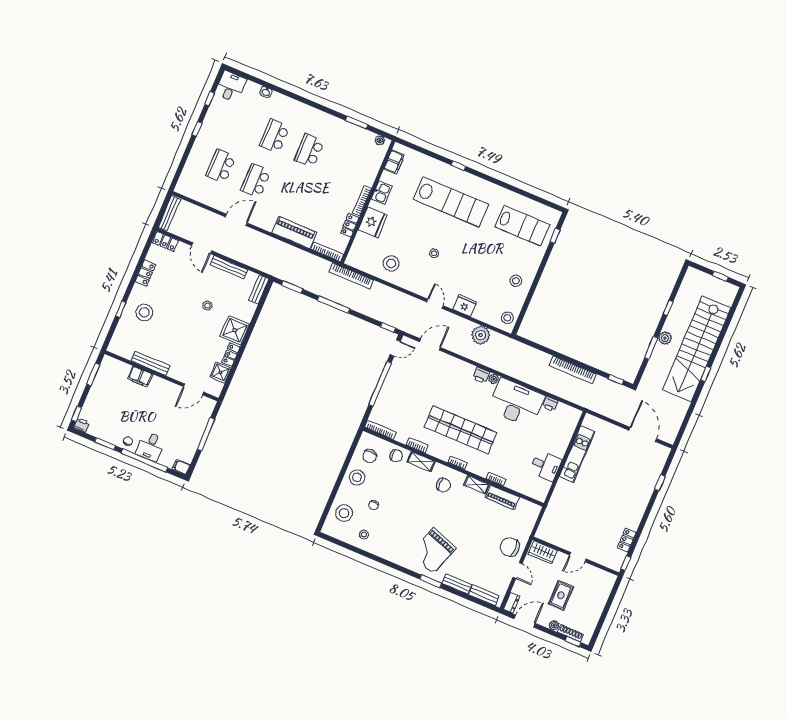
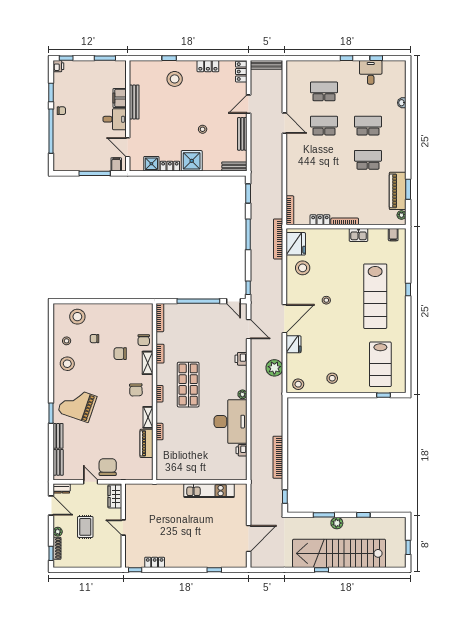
desk: (231, 86) -> (371, 72), moved, turned -90
filing cabinet: (394, 162) -> (393, 235), width x0.50
fridge: (373, 222) -> (296, 244), moved, turned -90
piano: (294, 233) -> (398, 191), moved, turned 180
door: (435, 304) -> (284, 319), width x1.87
printer: (481, 375) -> (241, 359), moved
shop shelf: (461, 430) -> (188, 385), width x0.71
desk: (150, 446) -> (115, 119), moved, turned 180
chair: (370, 456) -> (120, 354), moved
desk: (545, 466) -> (188, 468), removed
filing cabinet: (181, 467) -> (116, 164), moved
stool: (357, 477) -> (67, 364), moved
door: (518, 571) -> (91, 482), swing flipped
rug: (561, 595) -> (85, 527), turned 90

